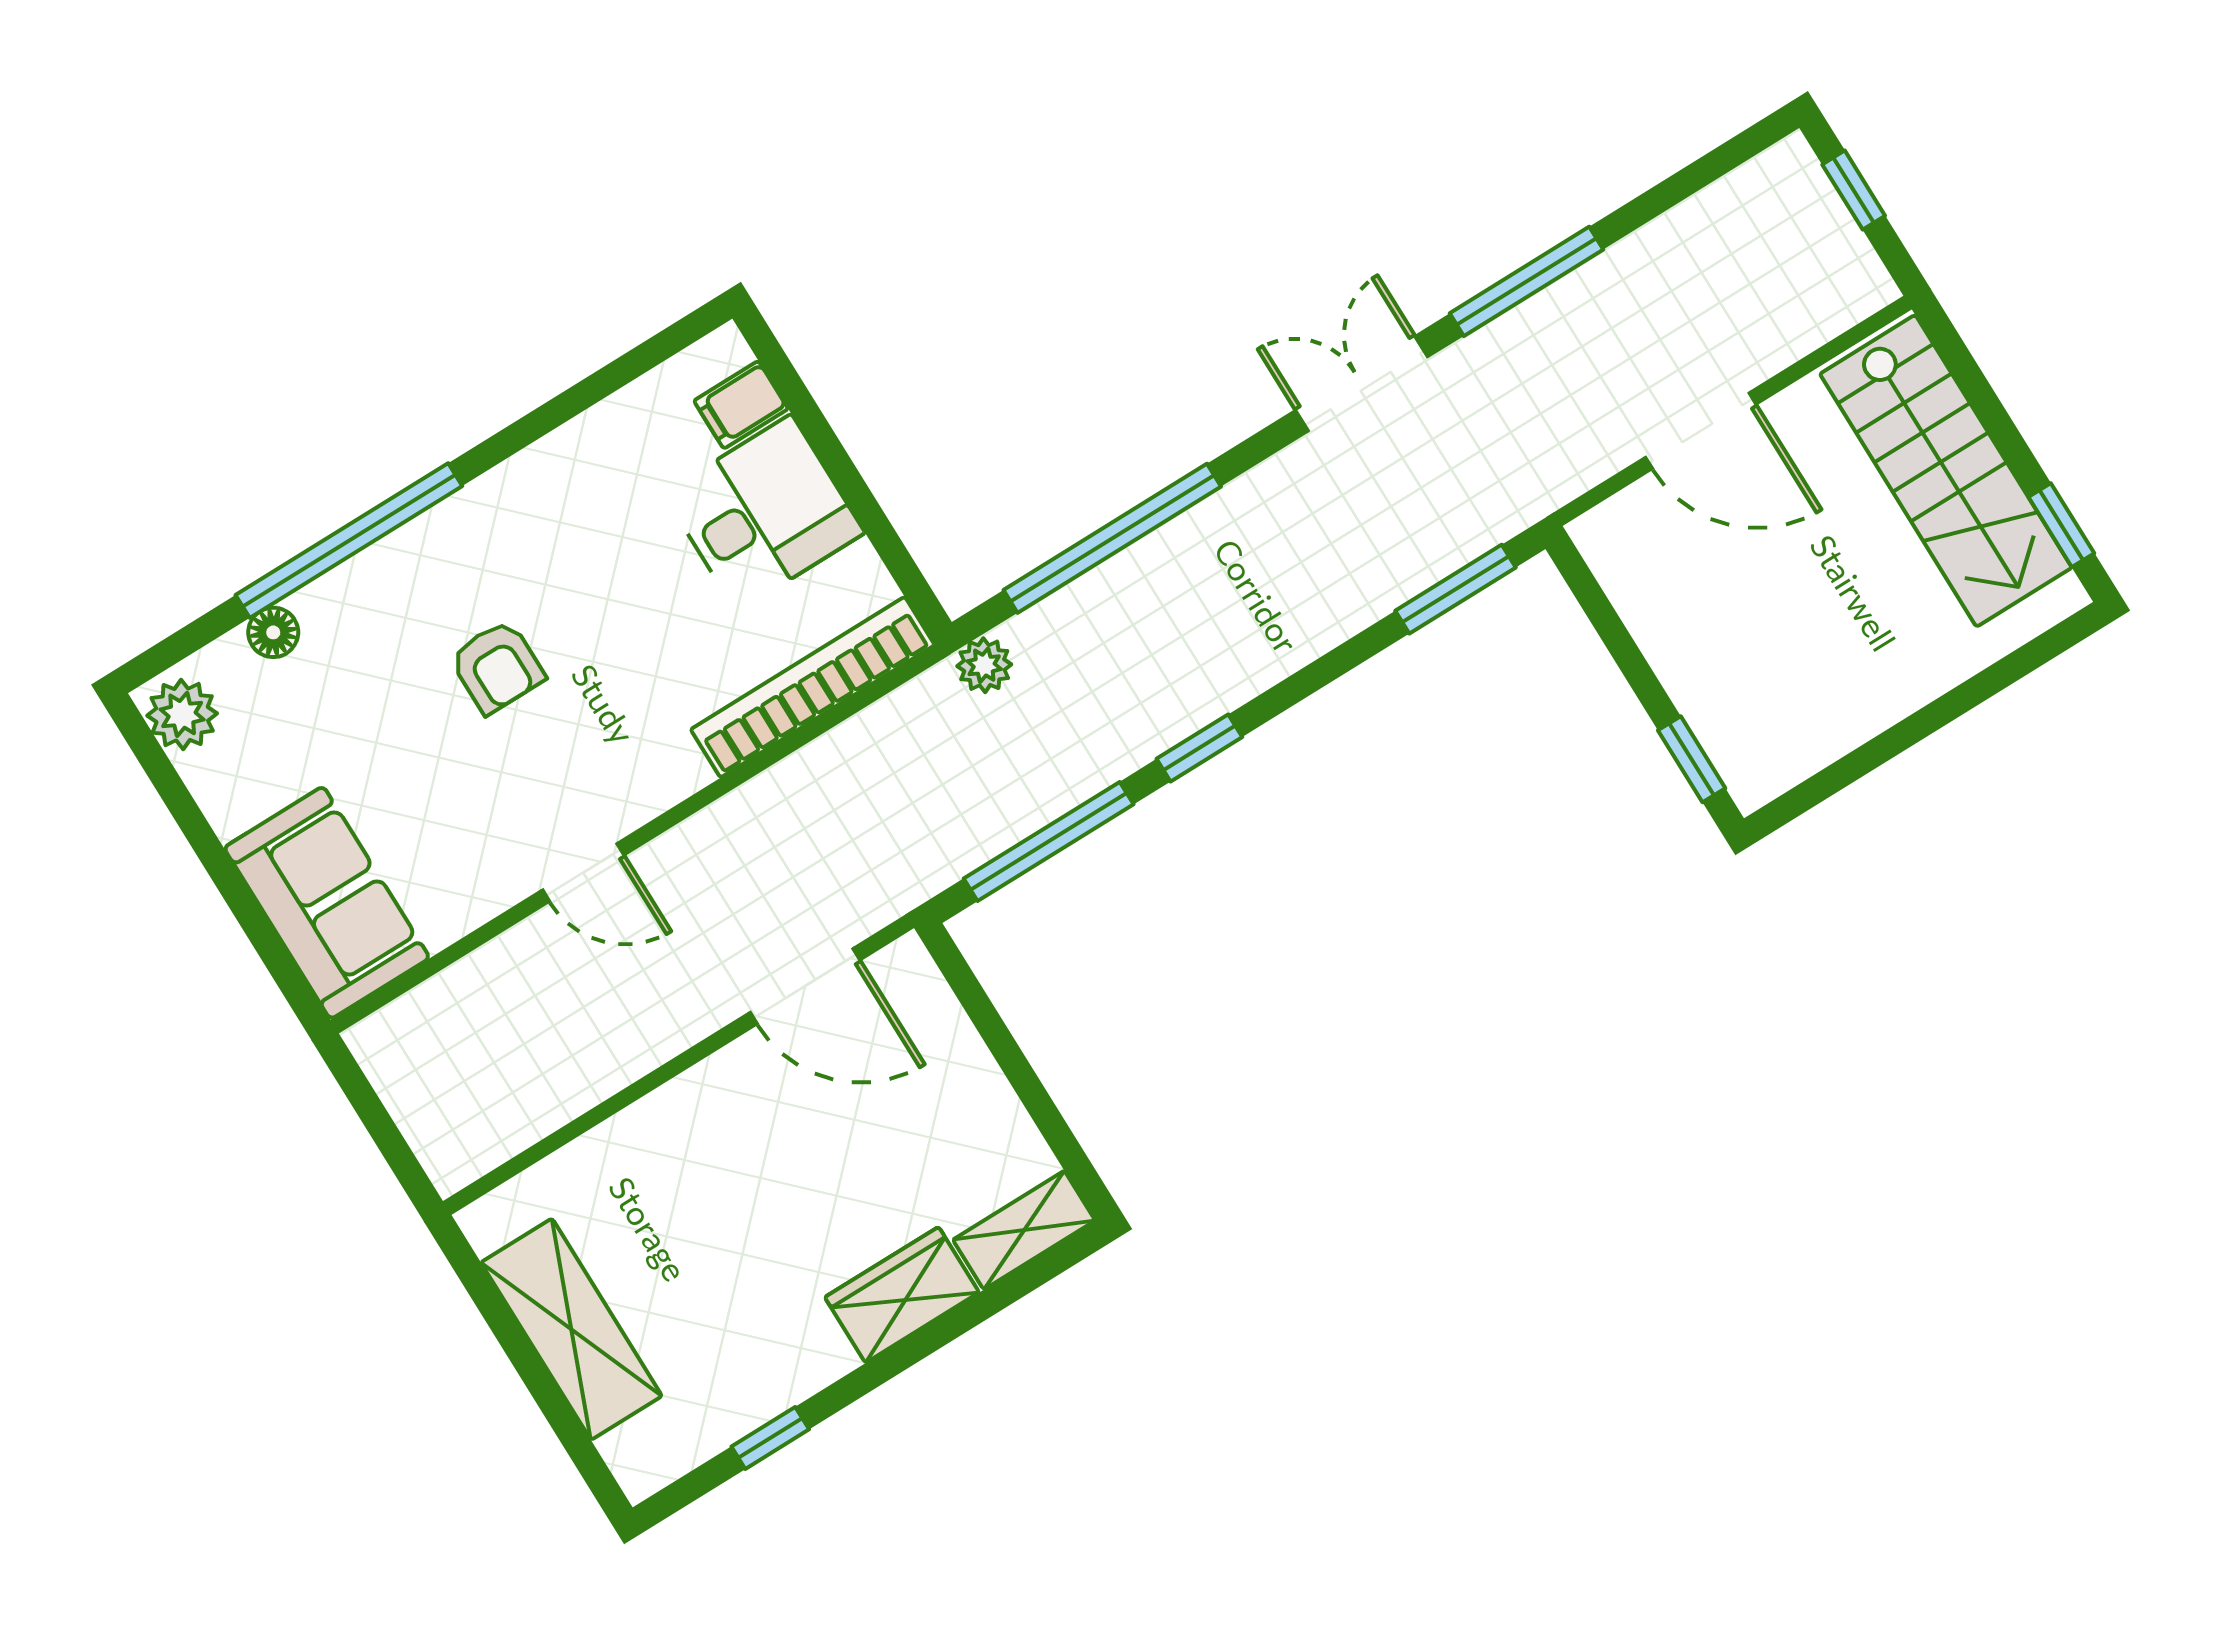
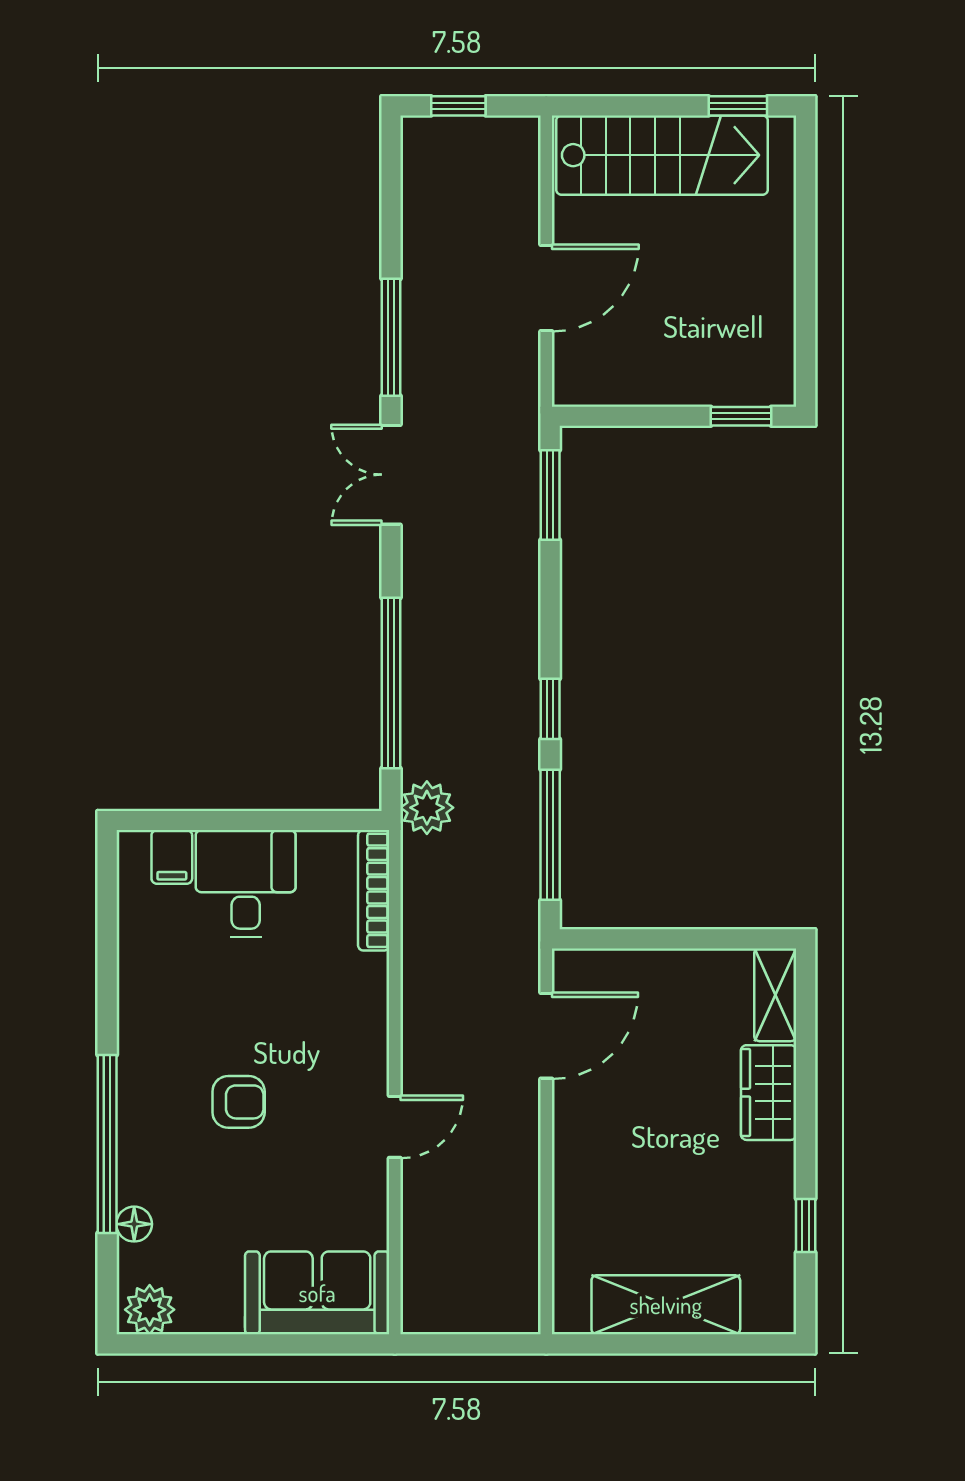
plant: (984, 665) -> (427, 808), width x1.38, depth x1.38
bookcase: (813, 687) -> (374, 890), width x0.68, depth x0.76

